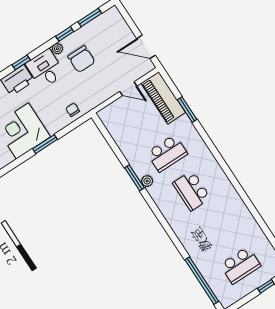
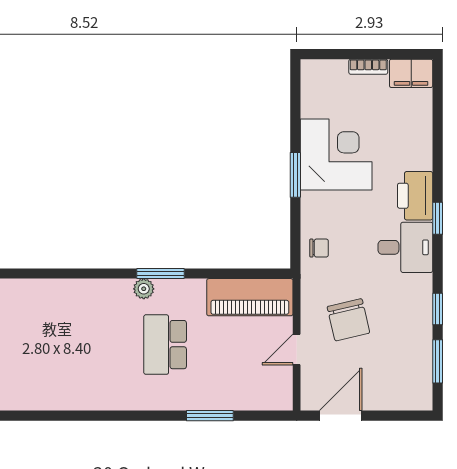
plant: (57, 49) -> (423, 284), removed
chair: (81, 59) -> (348, 320), moved, turned -103
piano: (163, 98) -> (250, 297), moved, turned 180
school desk: (192, 191) -> (87, 345), removed

